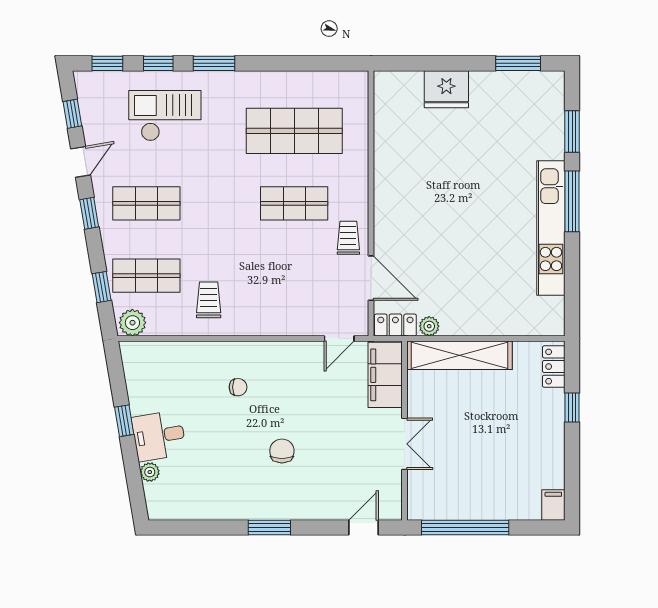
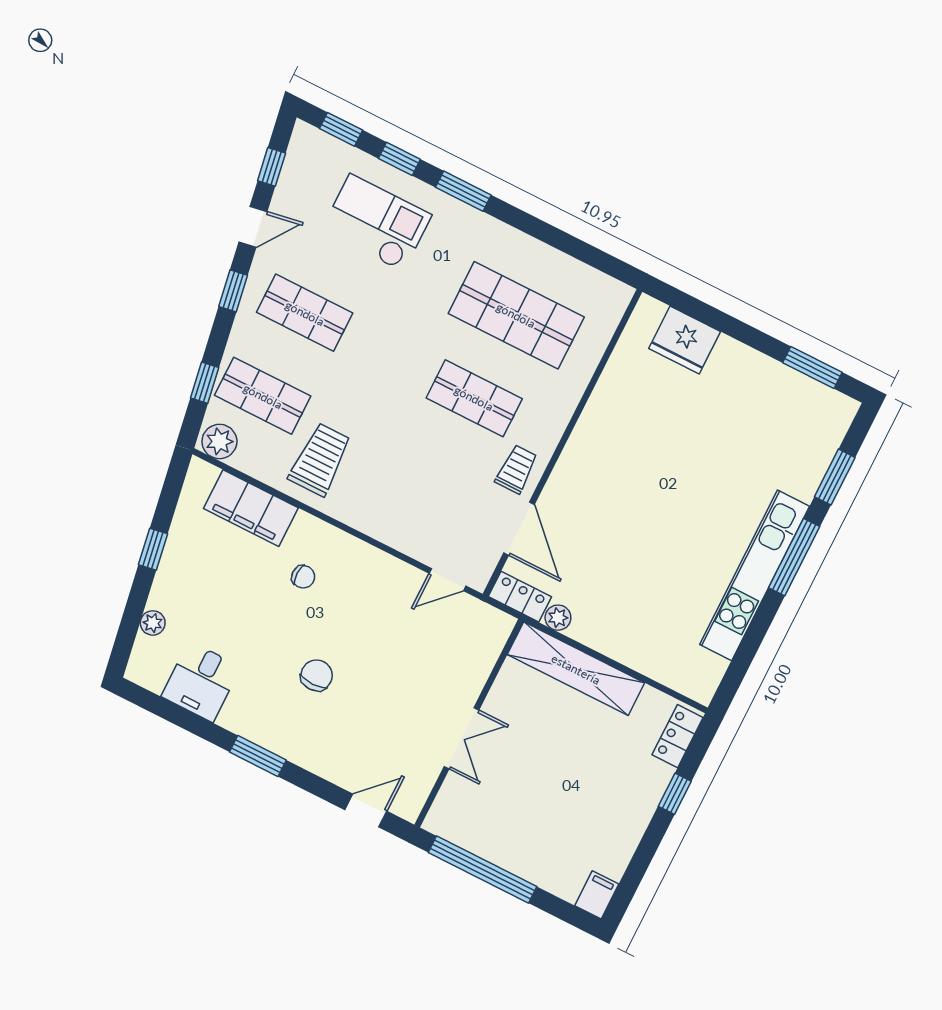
fridge: (446, 89) -> (685, 340), moved
trolley: (209, 300) -> (320, 459), width x1.36, depth x1.39
filing cabinet: (385, 375) -> (251, 508), moved, turned -90
desk: (159, 436) -> (201, 682), moved, turned -80

